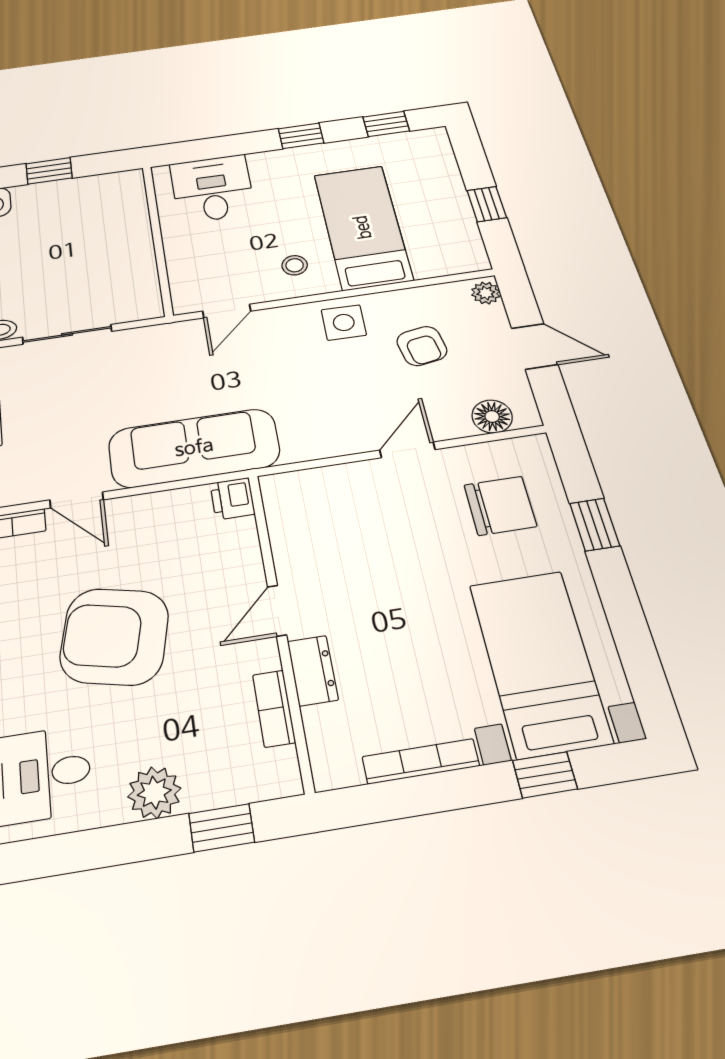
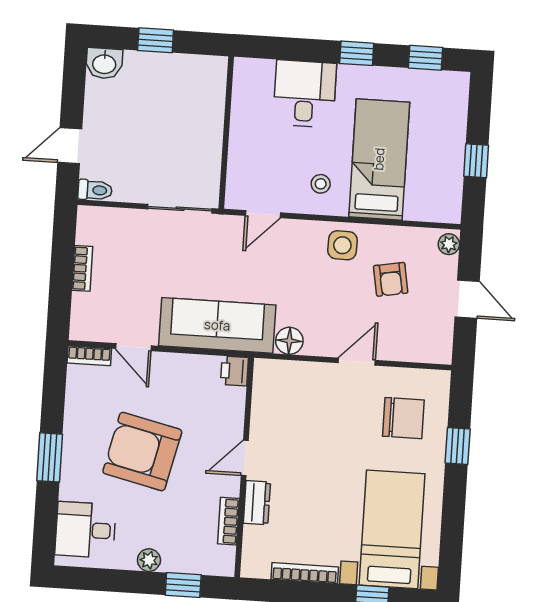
desk: (212, 189) -> (305, 94), moved
sliding door: (67, 334) -> (180, 209), moved
floor lamp: (492, 416) -> (289, 341), moved
plant: (154, 793) -> (149, 560), width x0.73, depth x0.73

